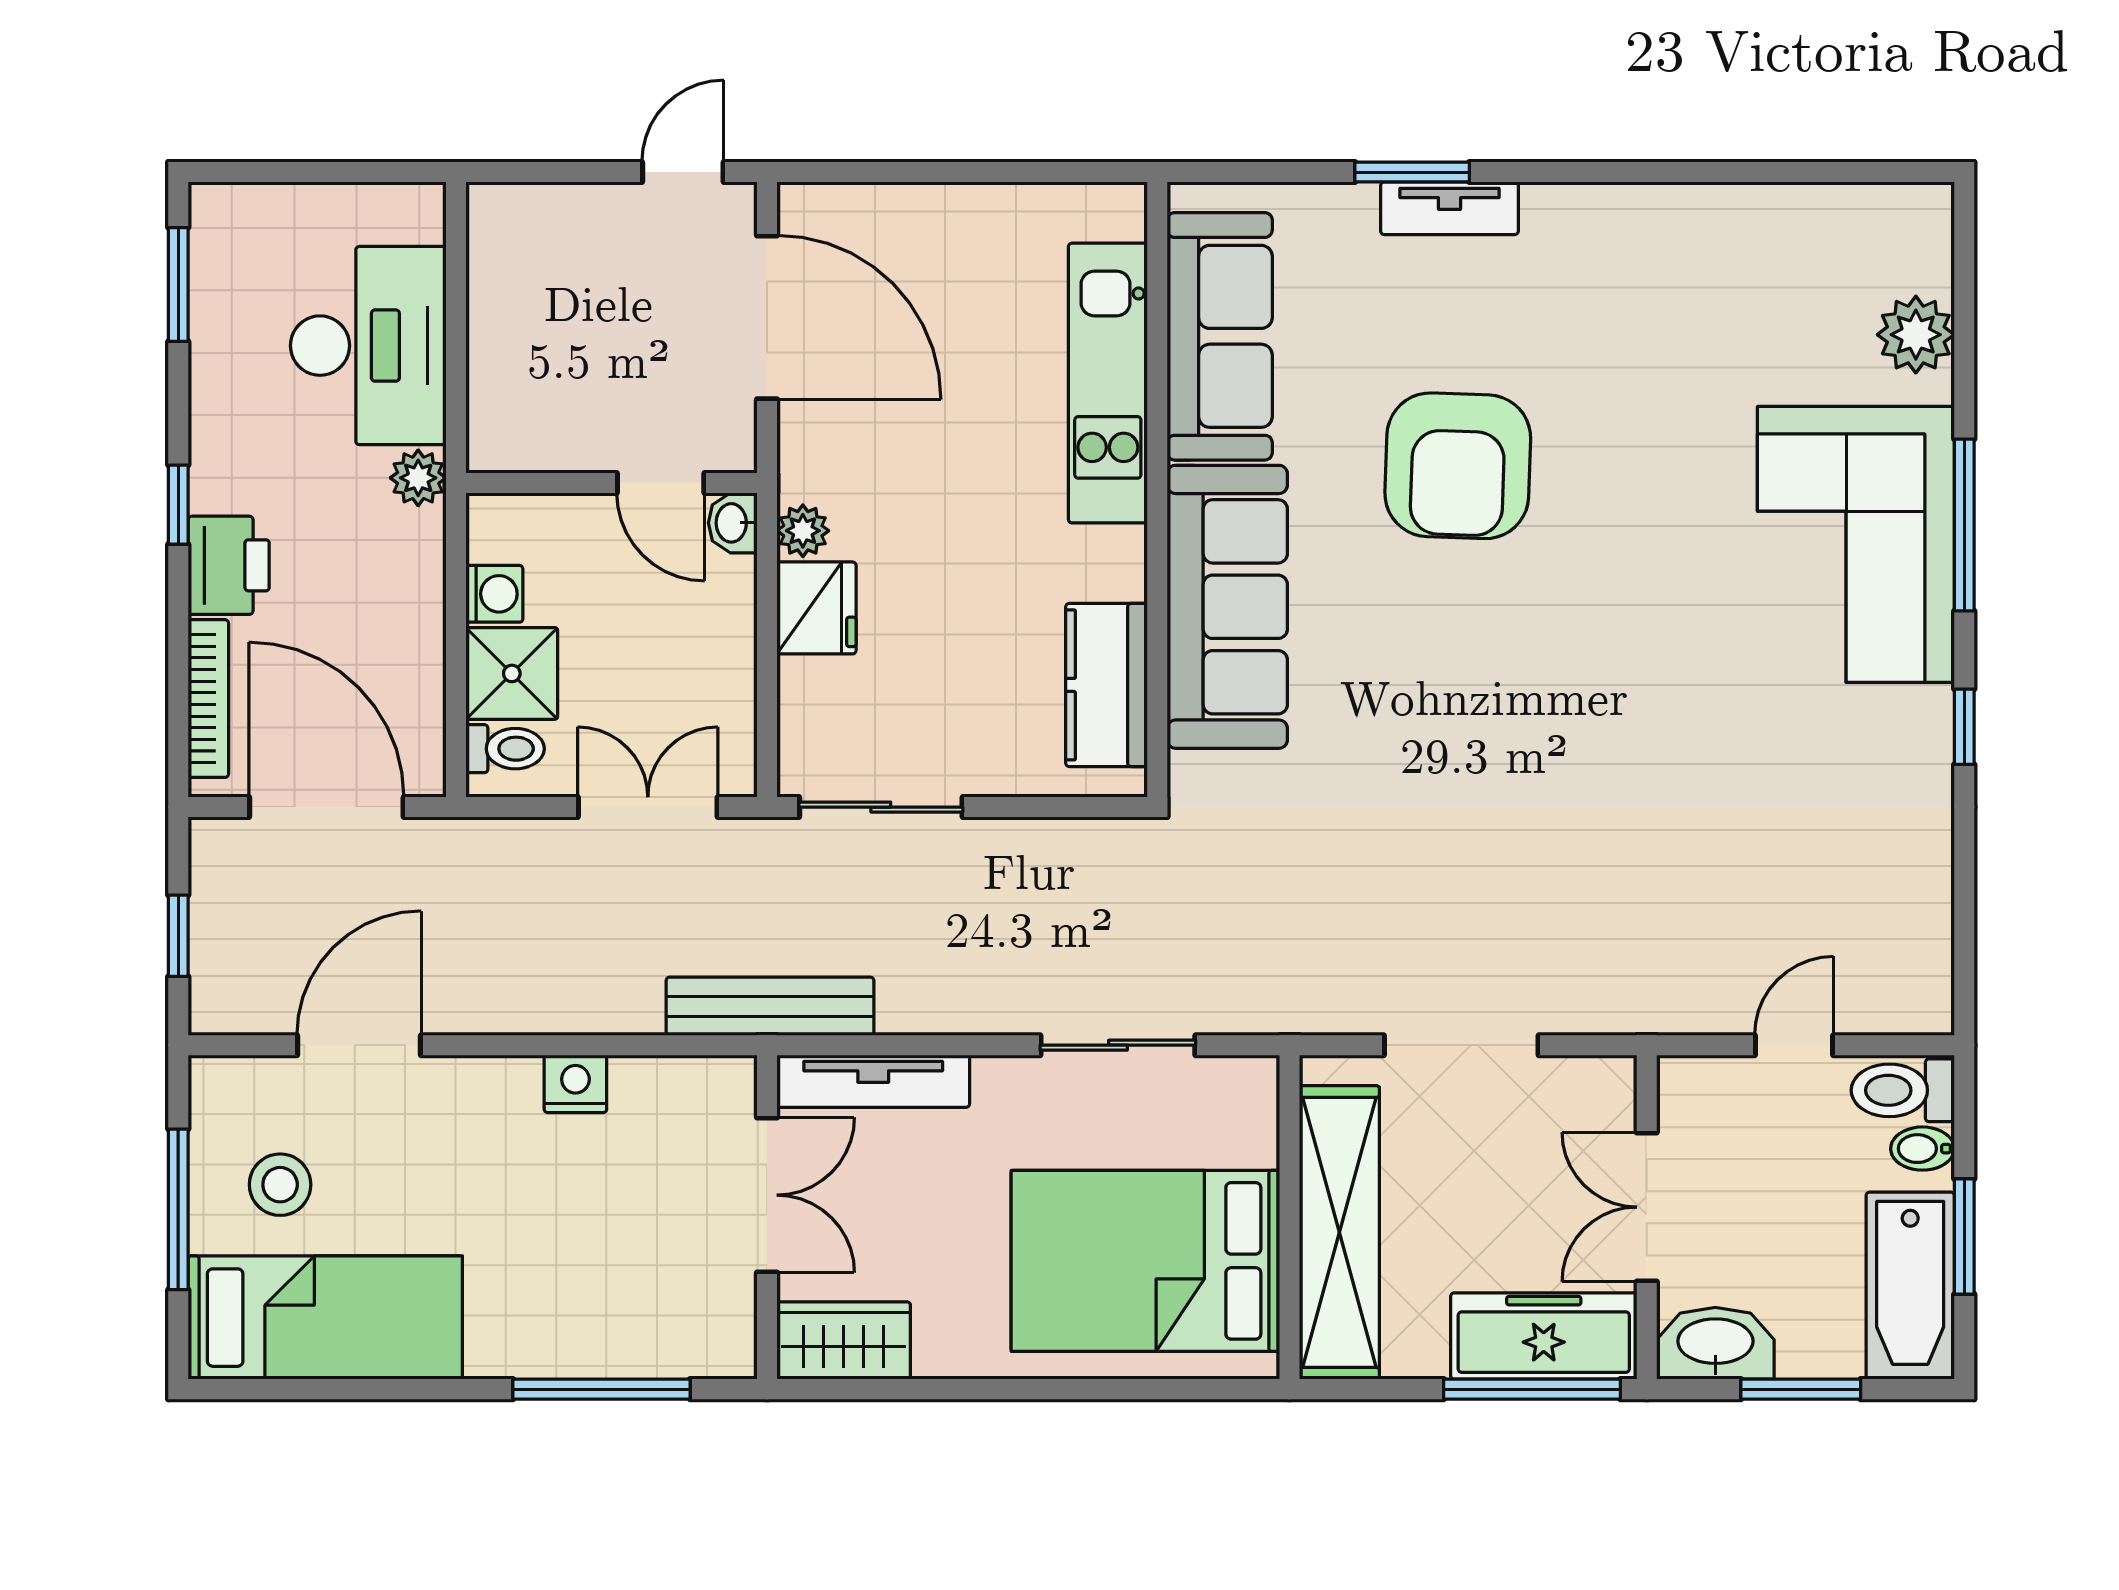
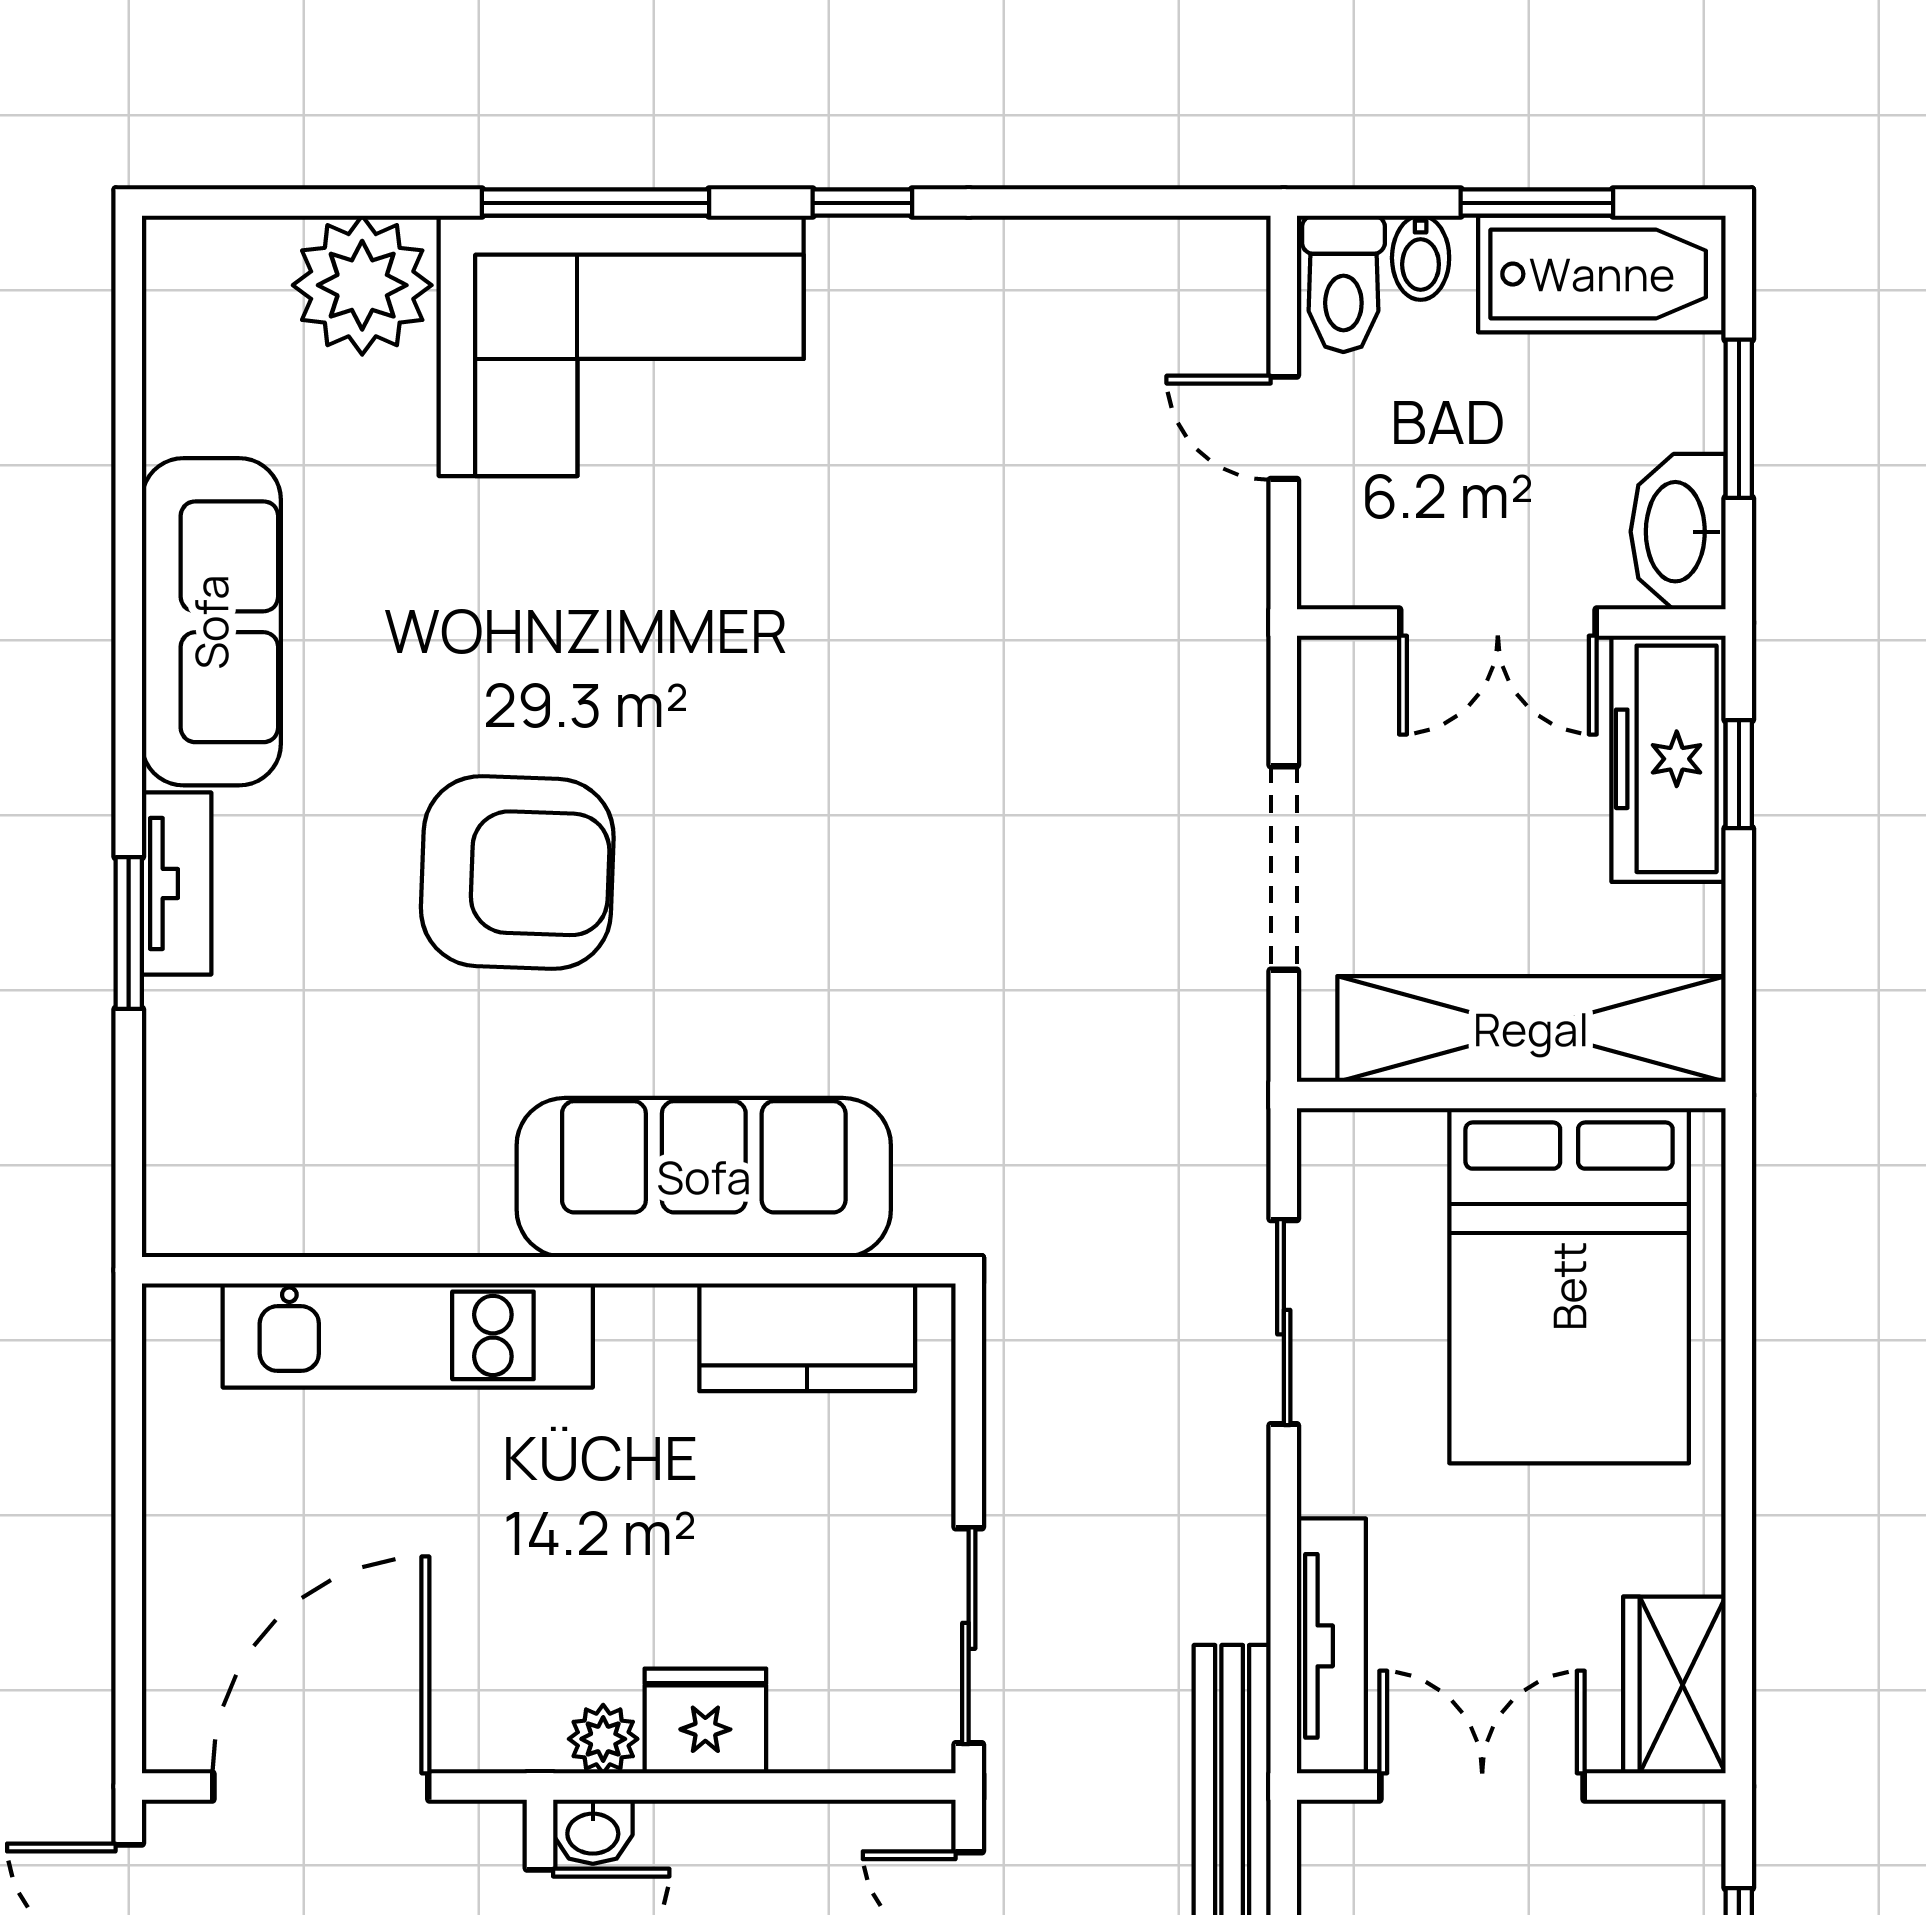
plant: (1916, 335) -> (362, 285), width x1.36, depth x1.36
sofa: (1220, 336) -> (211, 622), moved, turned 90
window: (1532, 1389) -> (1739, 774), width x0.46

